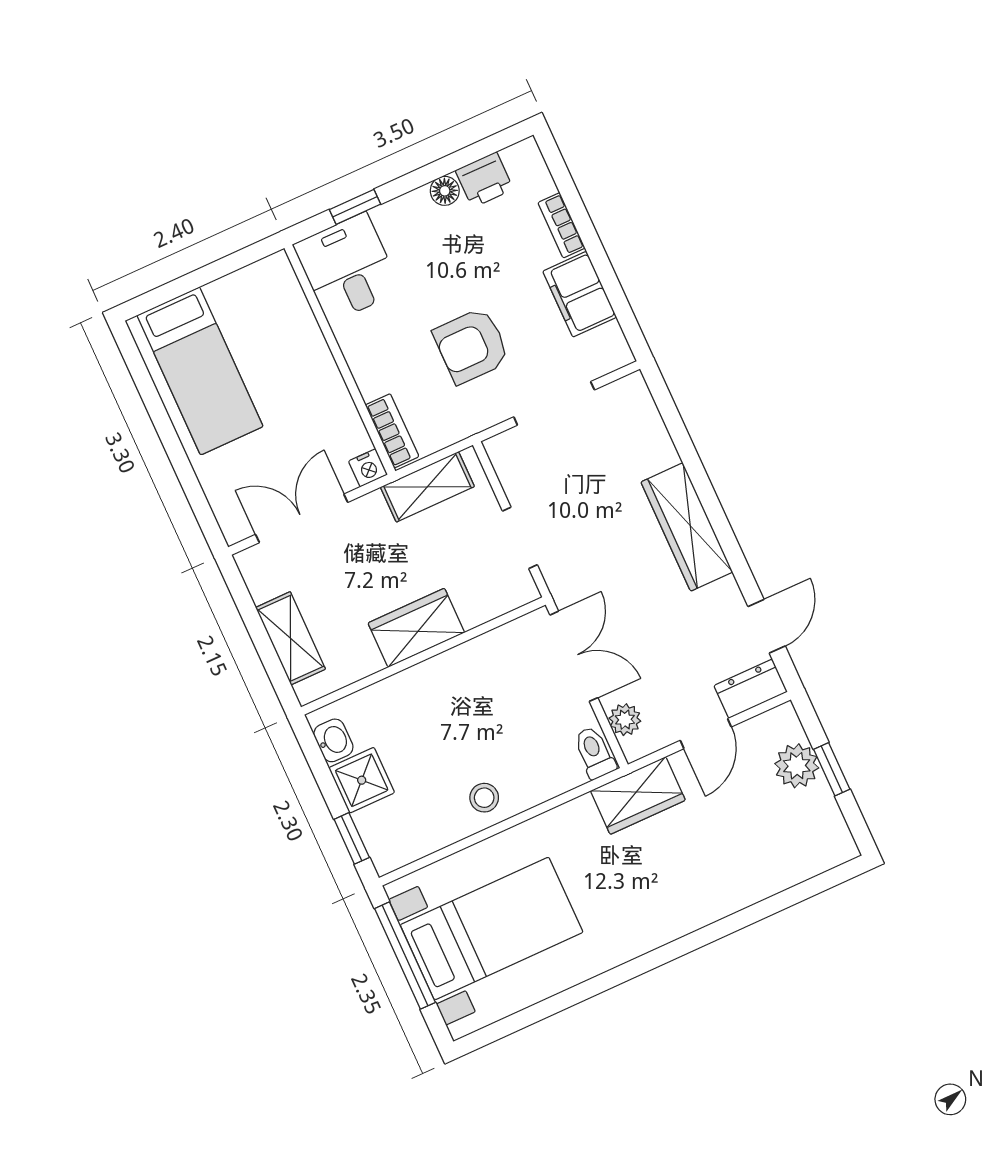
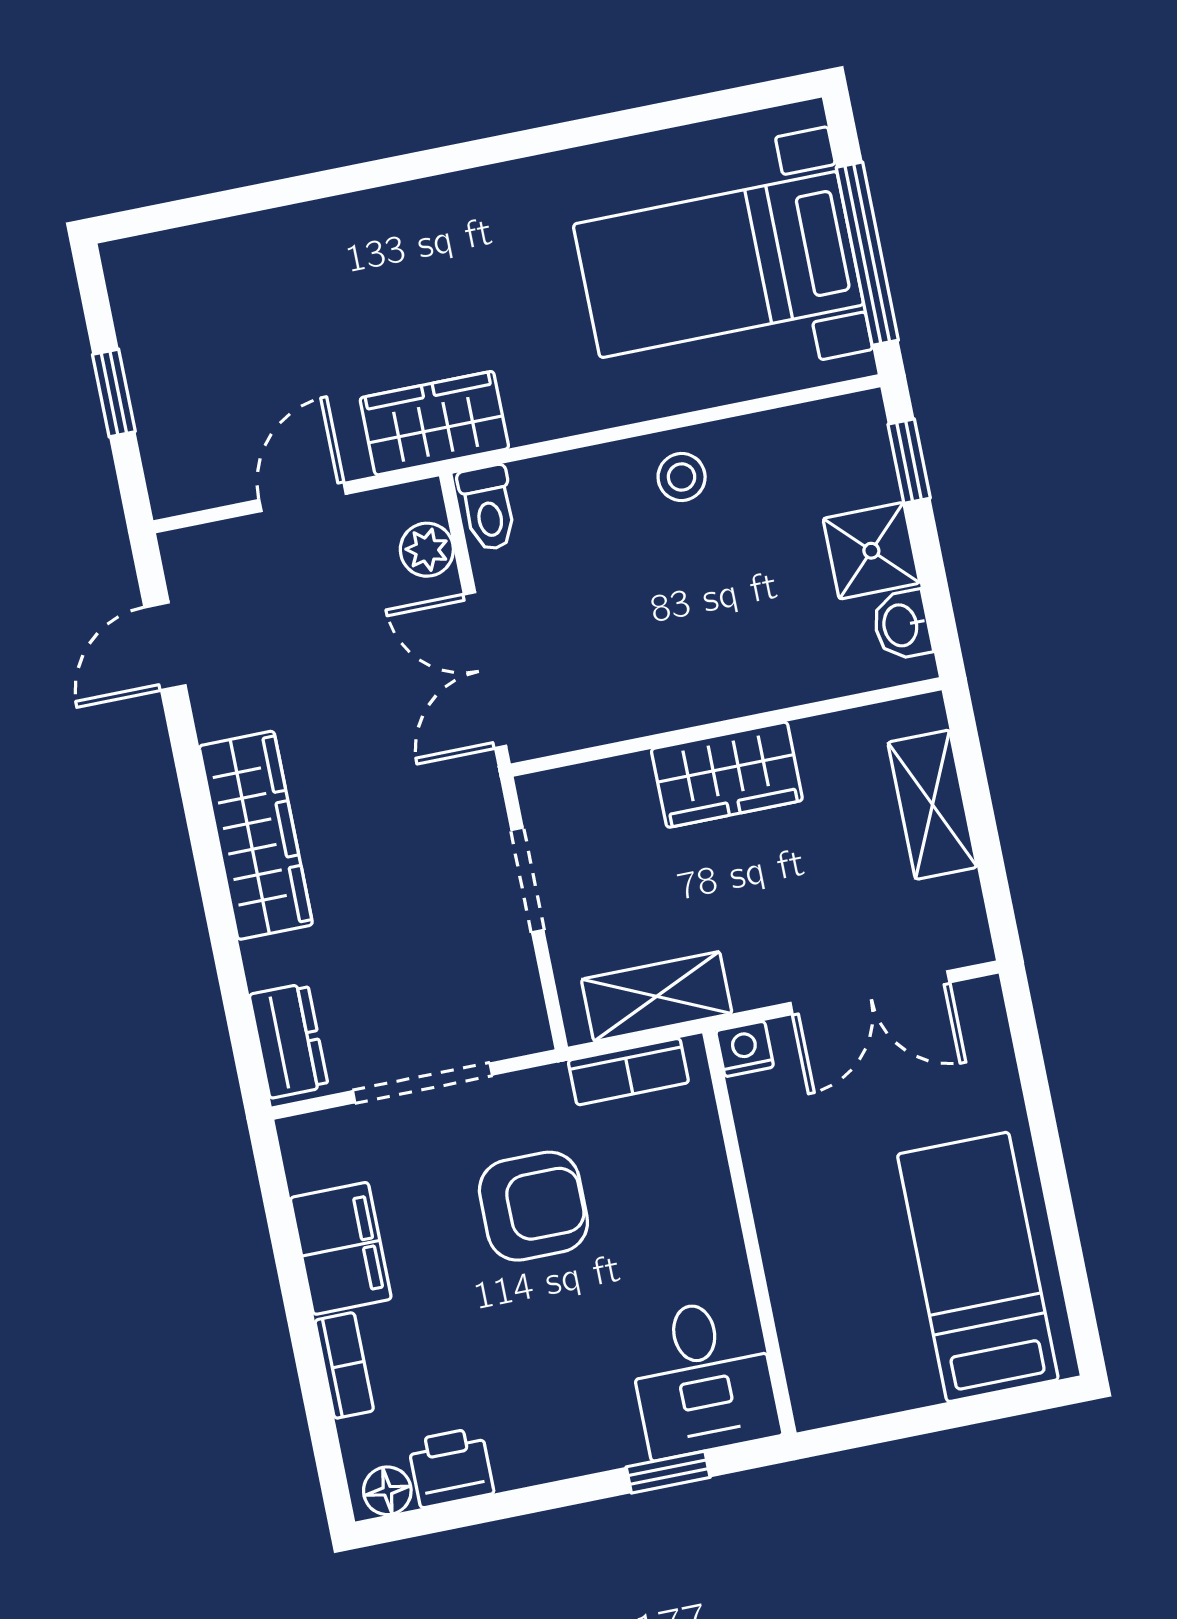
floor lamp: (445, 191) -> (387, 1491), moved
bookcase: (392, 431) -> (628, 1072), moved, turned -90
dresser: (751, 689) -> (289, 1041), moved, turned -90
plant: (797, 766) -> (169, 412), removed

